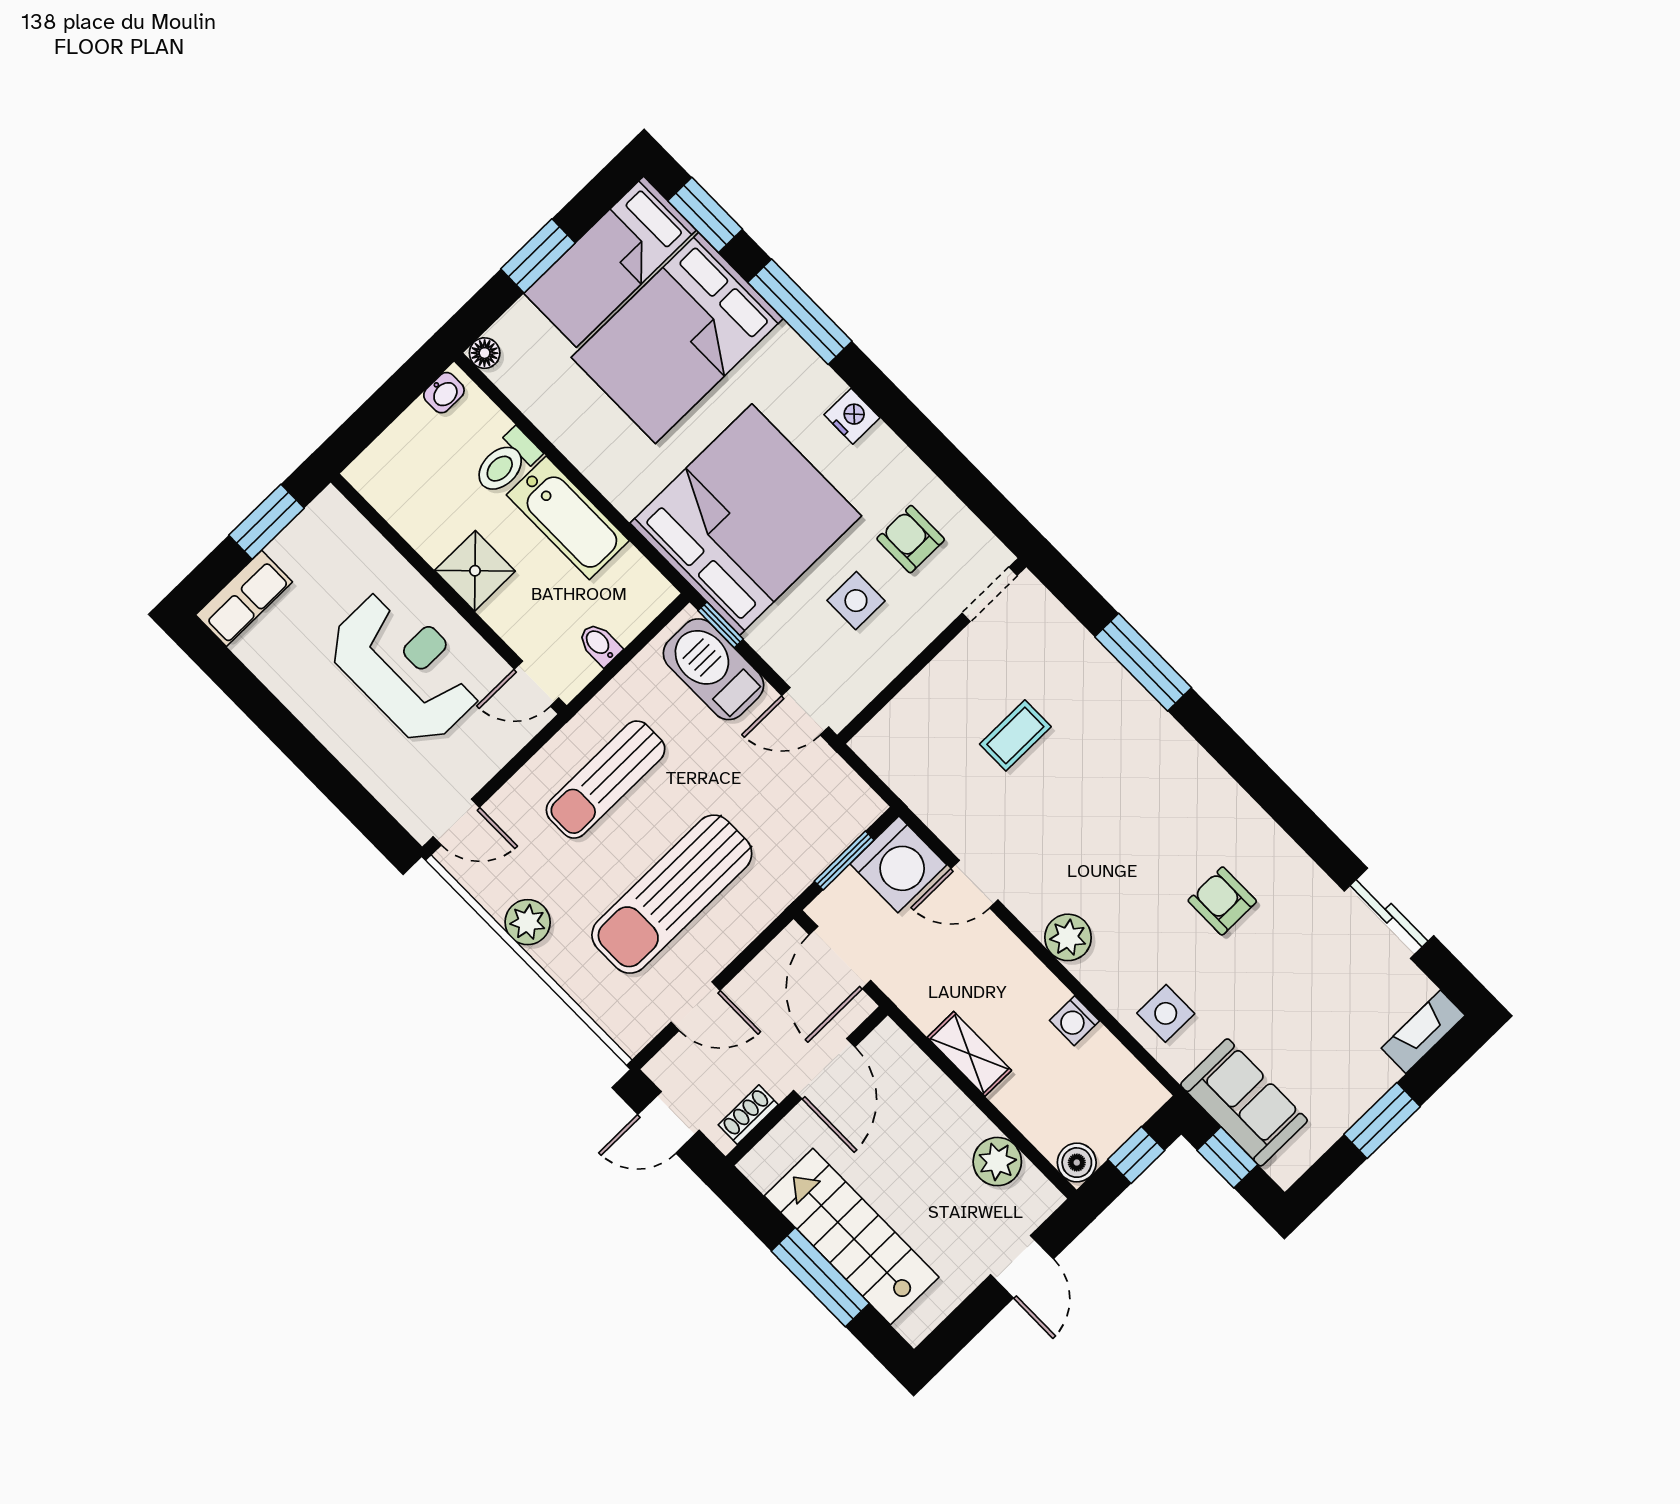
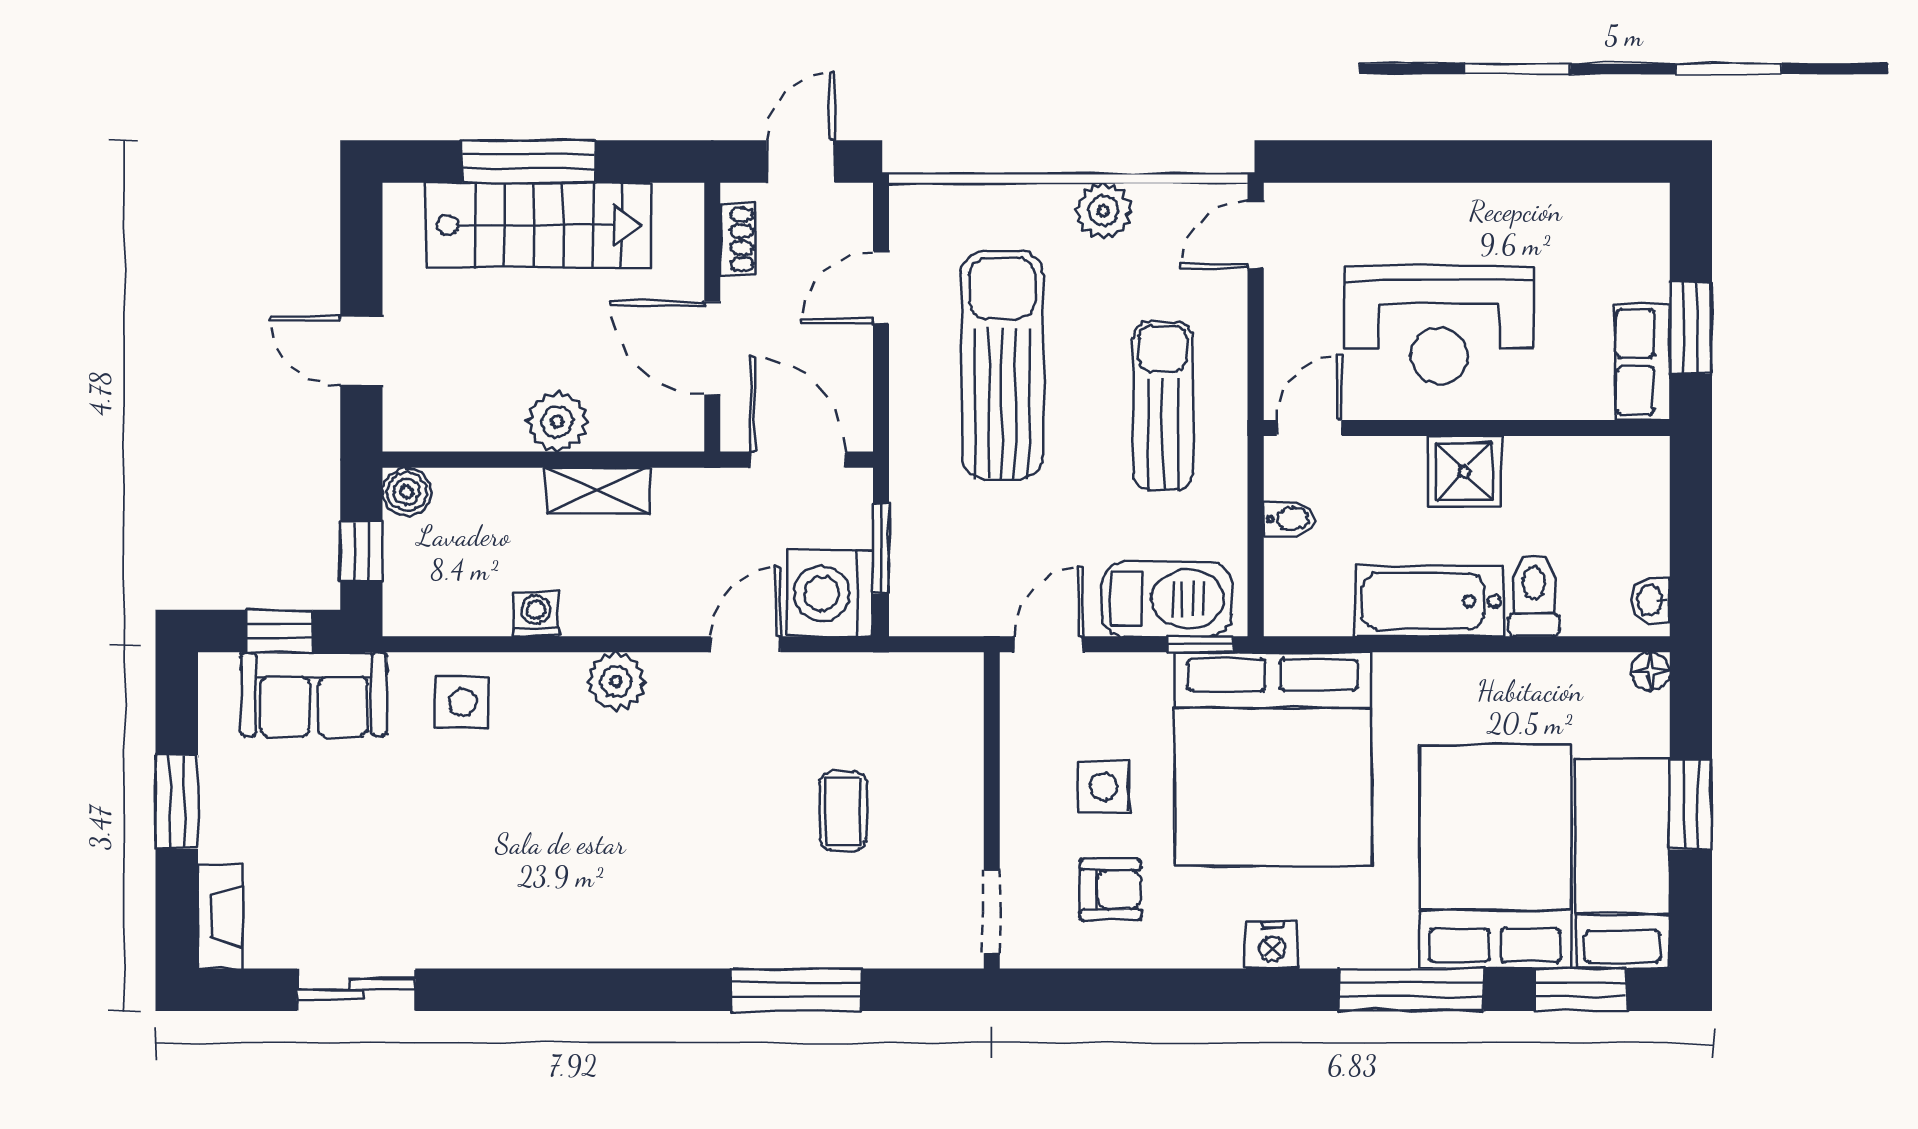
row of seats: (244, 598) -> (1642, 362), moved
armchair: (1222, 901) -> (513, 851), removed
plant: (997, 1162) -> (557, 421), moved

